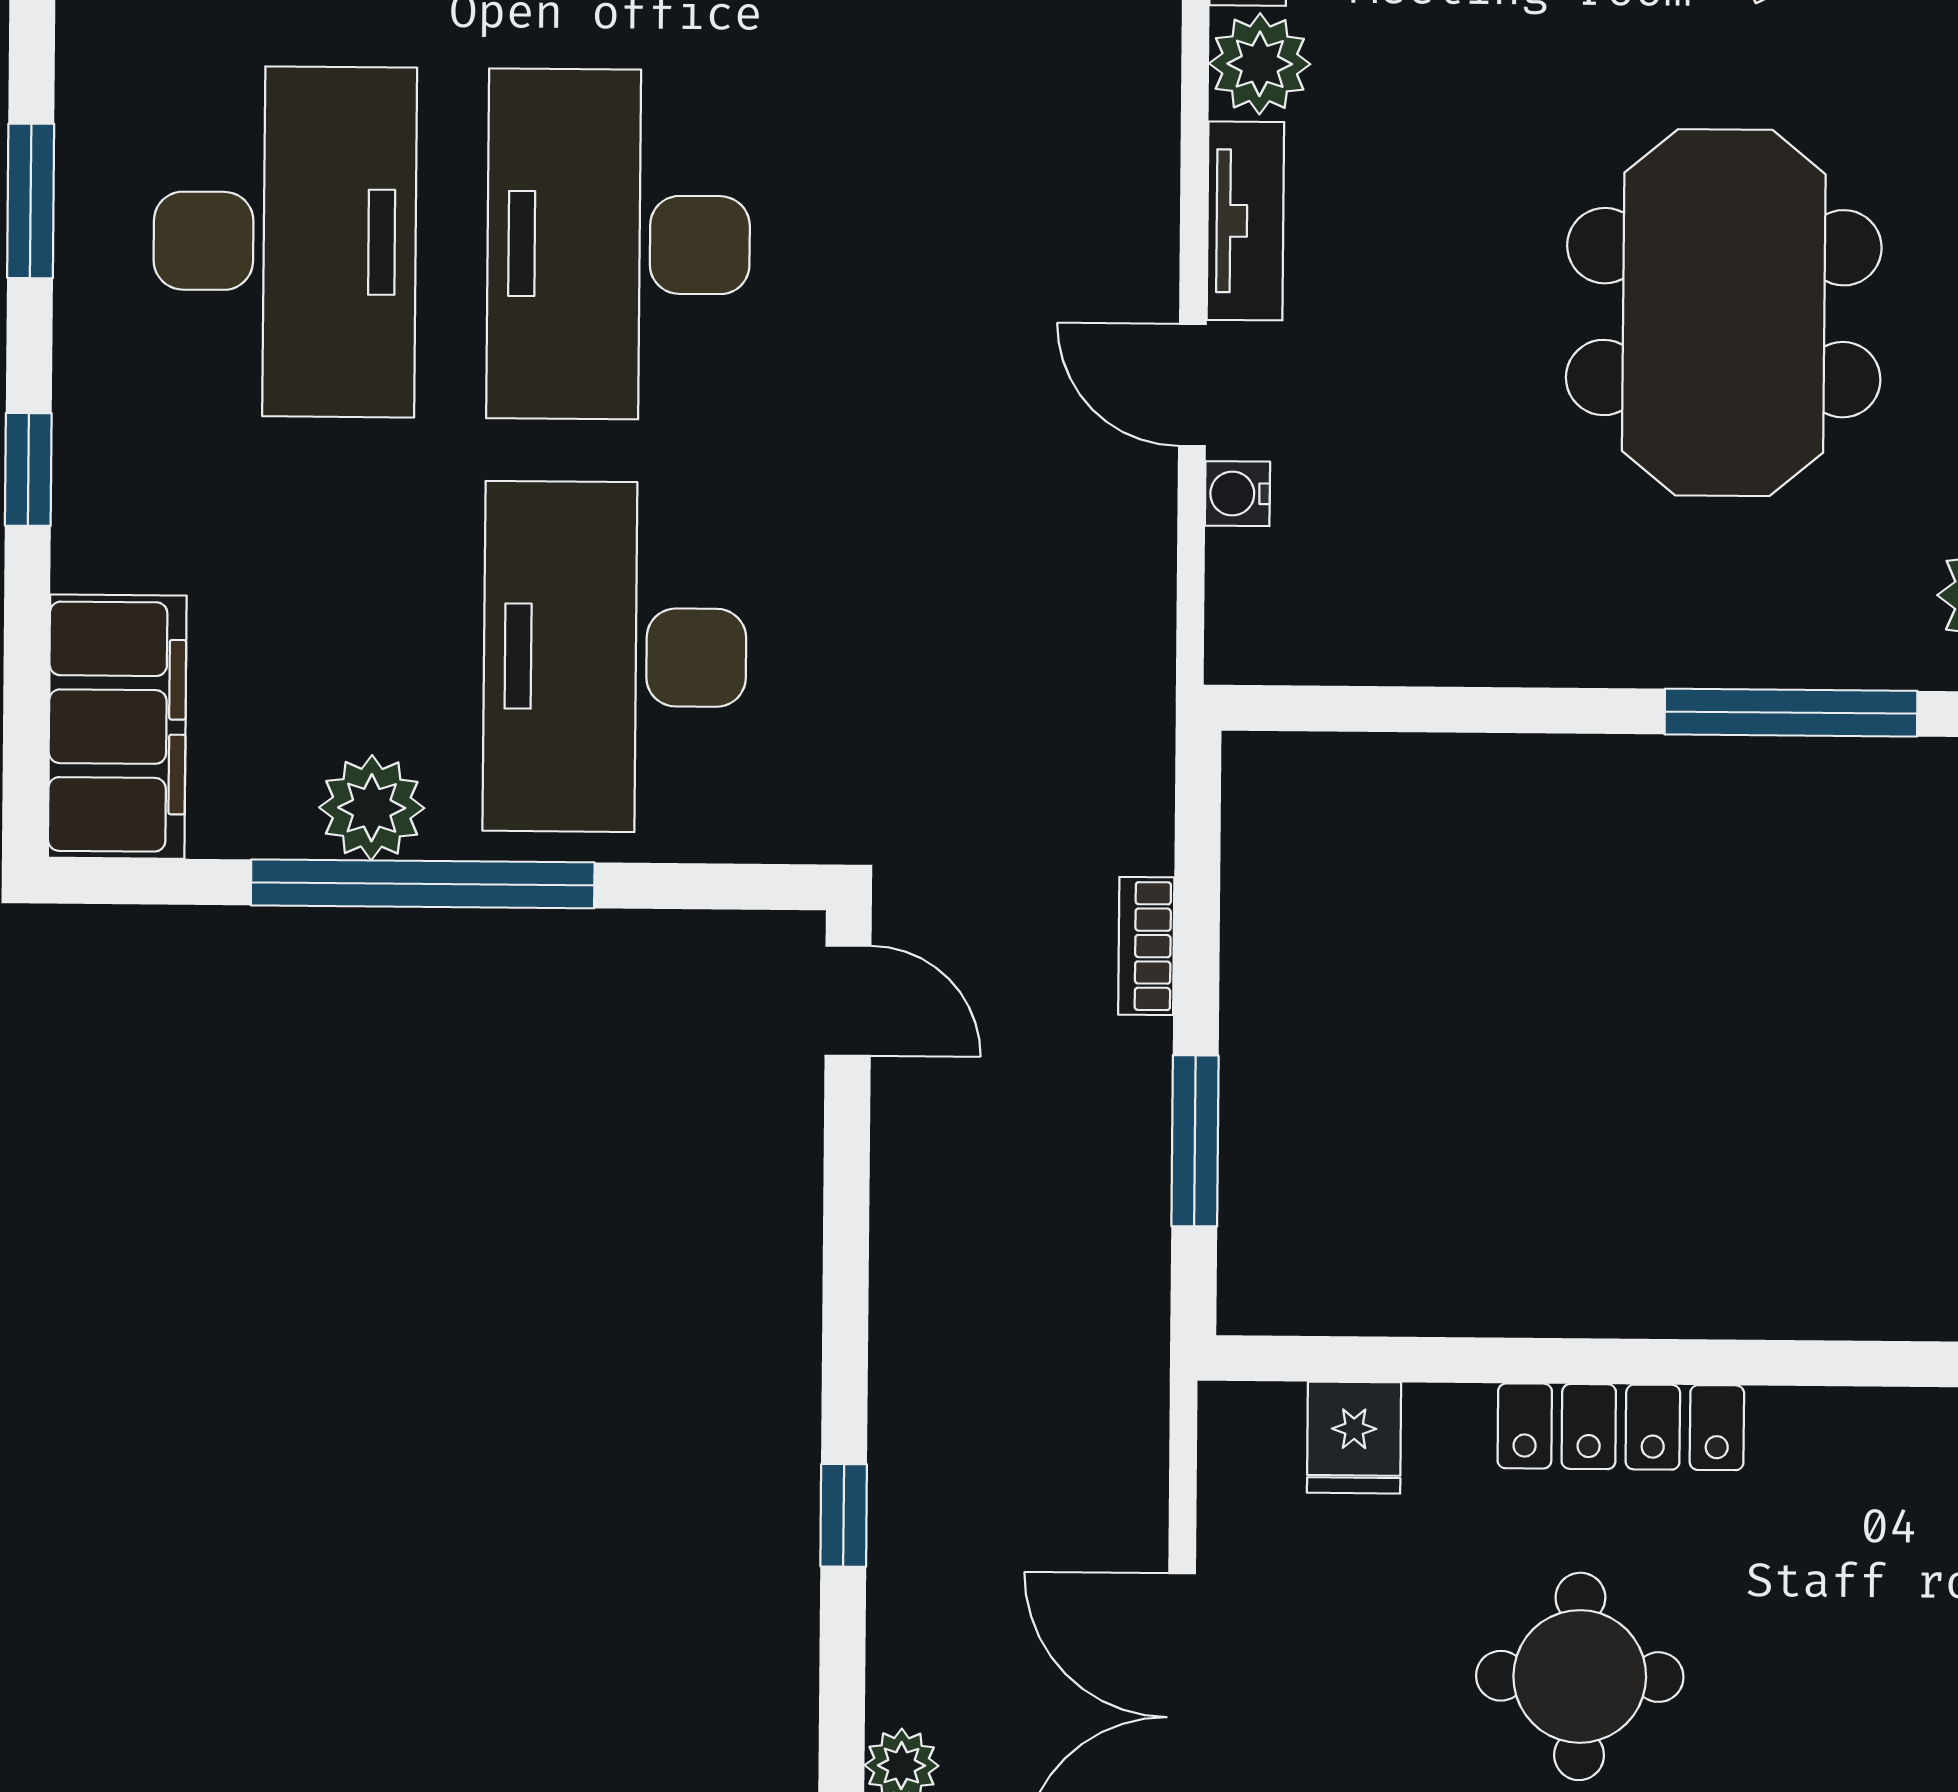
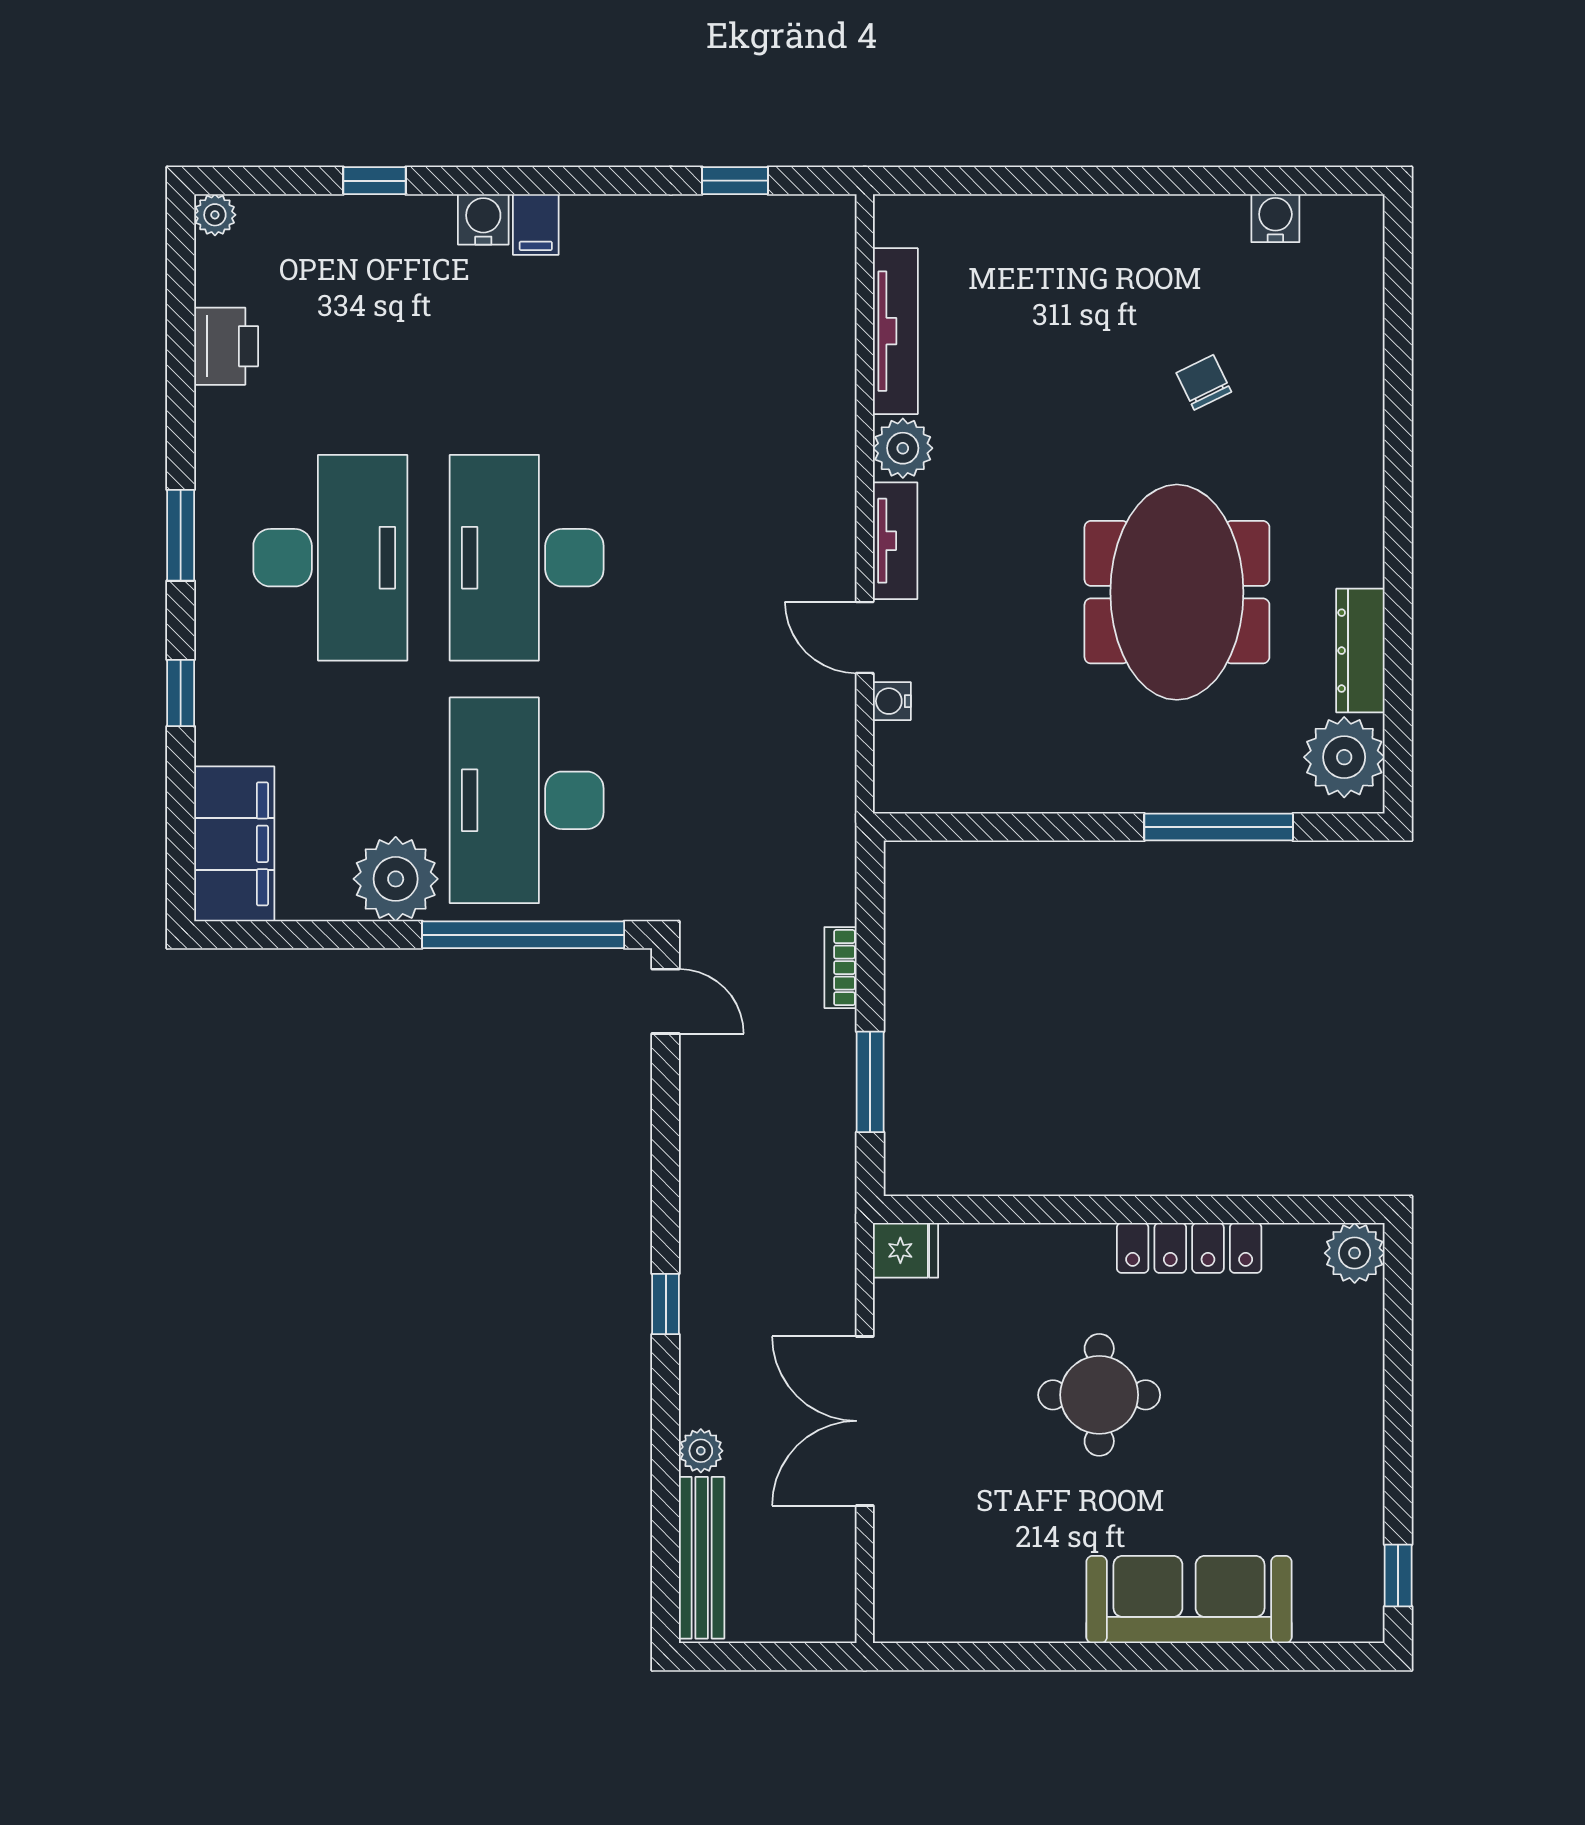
plant: (372, 808) -> (396, 879), width x1.36, depth x1.36
window: (423, 884) -> (523, 935), moved
locker: (1621, 1427) -> (1189, 1248), moved
fridge: (1354, 1438) -> (906, 1250), moved, turned -90

